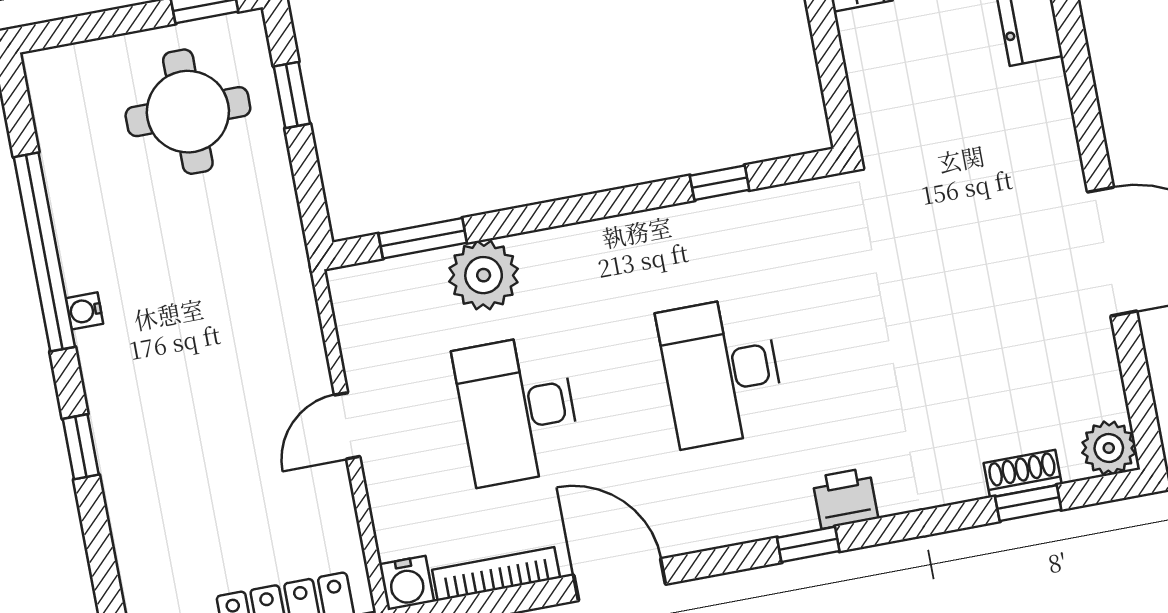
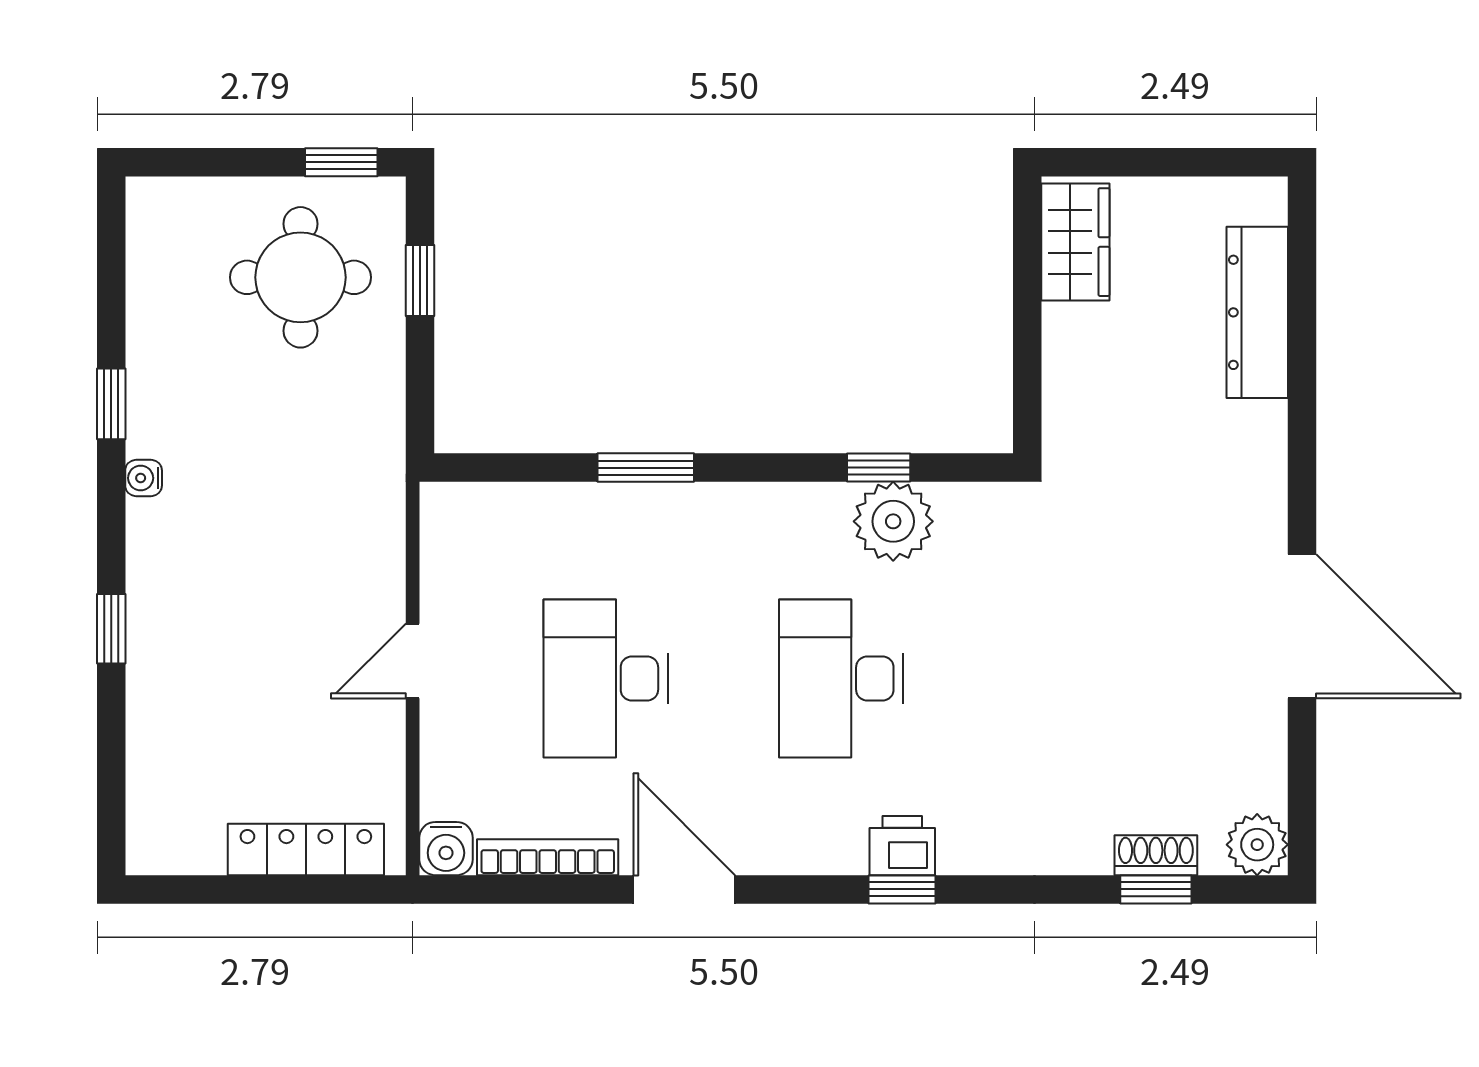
window: (423, 238) -> (646, 468), moved
window: (44, 252) -> (111, 404), width x0.32
plant: (484, 275) -> (893, 521), moved
printer: (845, 498) -> (902, 846), moved

